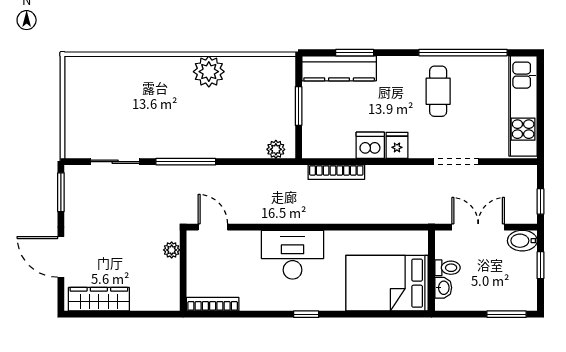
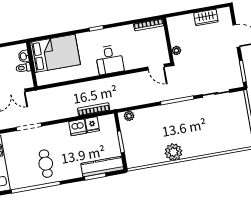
fridge: (397, 145) -> (92, 125), moved
desk: (293, 255) -> (110, 60), width x0.73
wardrobe: (99, 299) -> (206, 17), width x0.67

